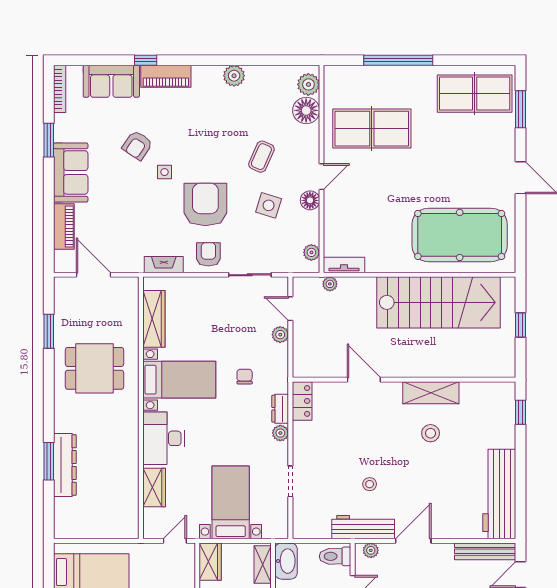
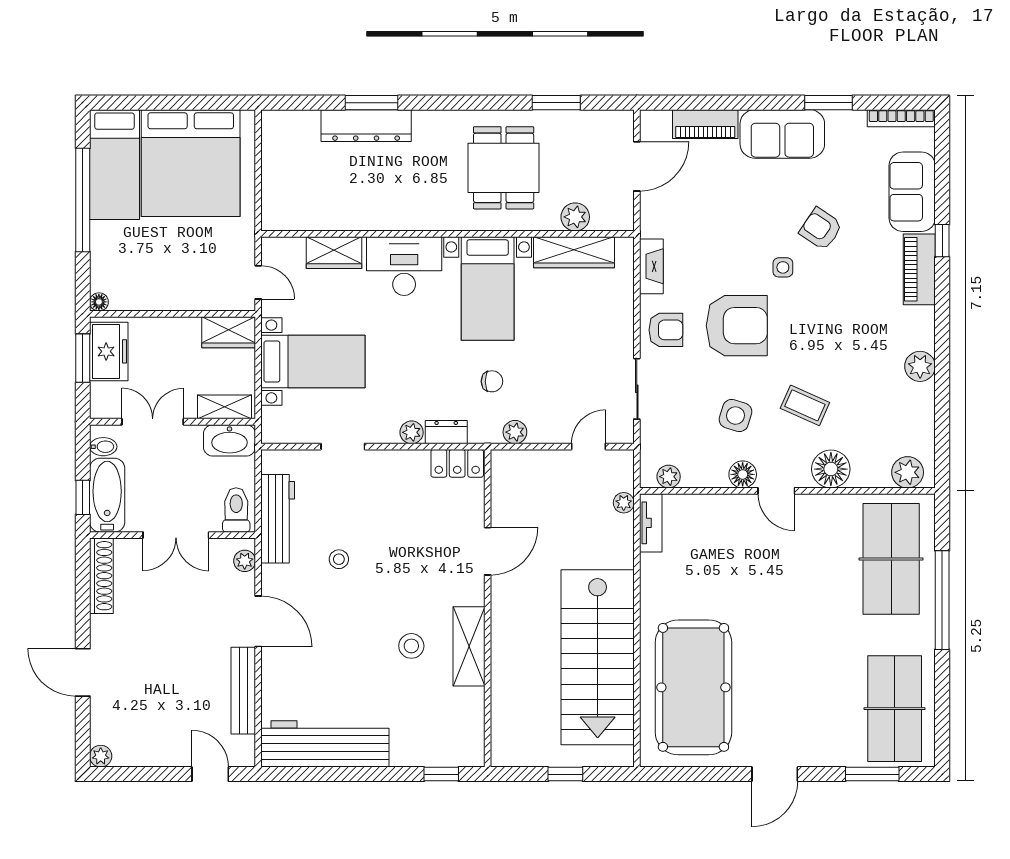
floor lamp: (306, 110) -> (831, 469), moved
table tennis table: (372, 129) -> (891, 559), moved
plant: (129, 318) -> (575, 217), added
plant: (280, 335) -> (515, 432), moved
workbench: (363, 527) -> (278, 519), moved
bench: (485, 551) -> (243, 691), moved

